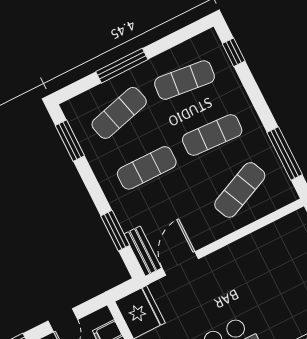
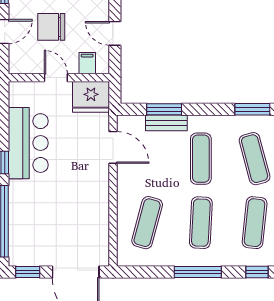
window: (285, 154) -> (198, 272), moved
exercise mat: (240, 190) -> (147, 223), turned 39
bench: (143, 251) -> (166, 123), moved

